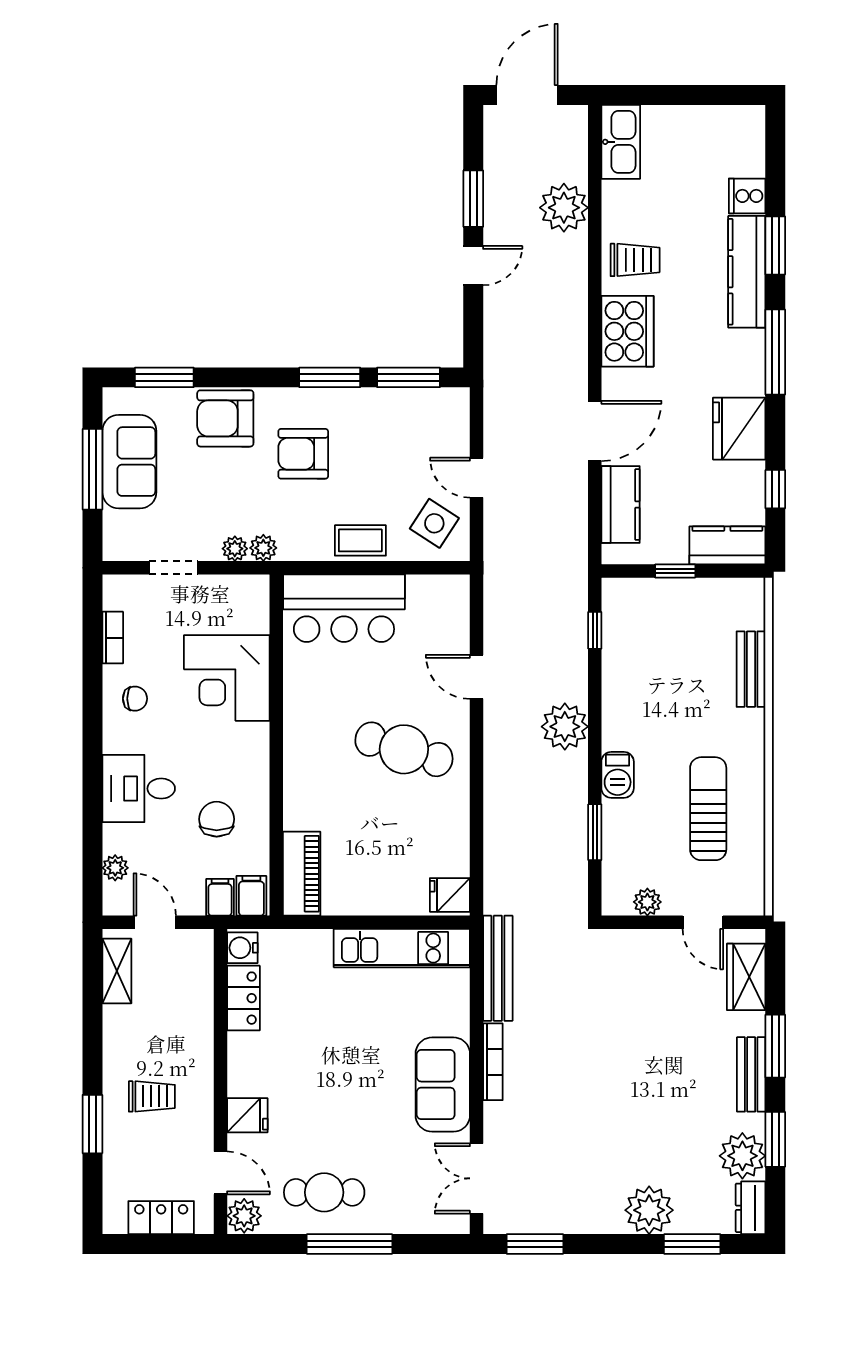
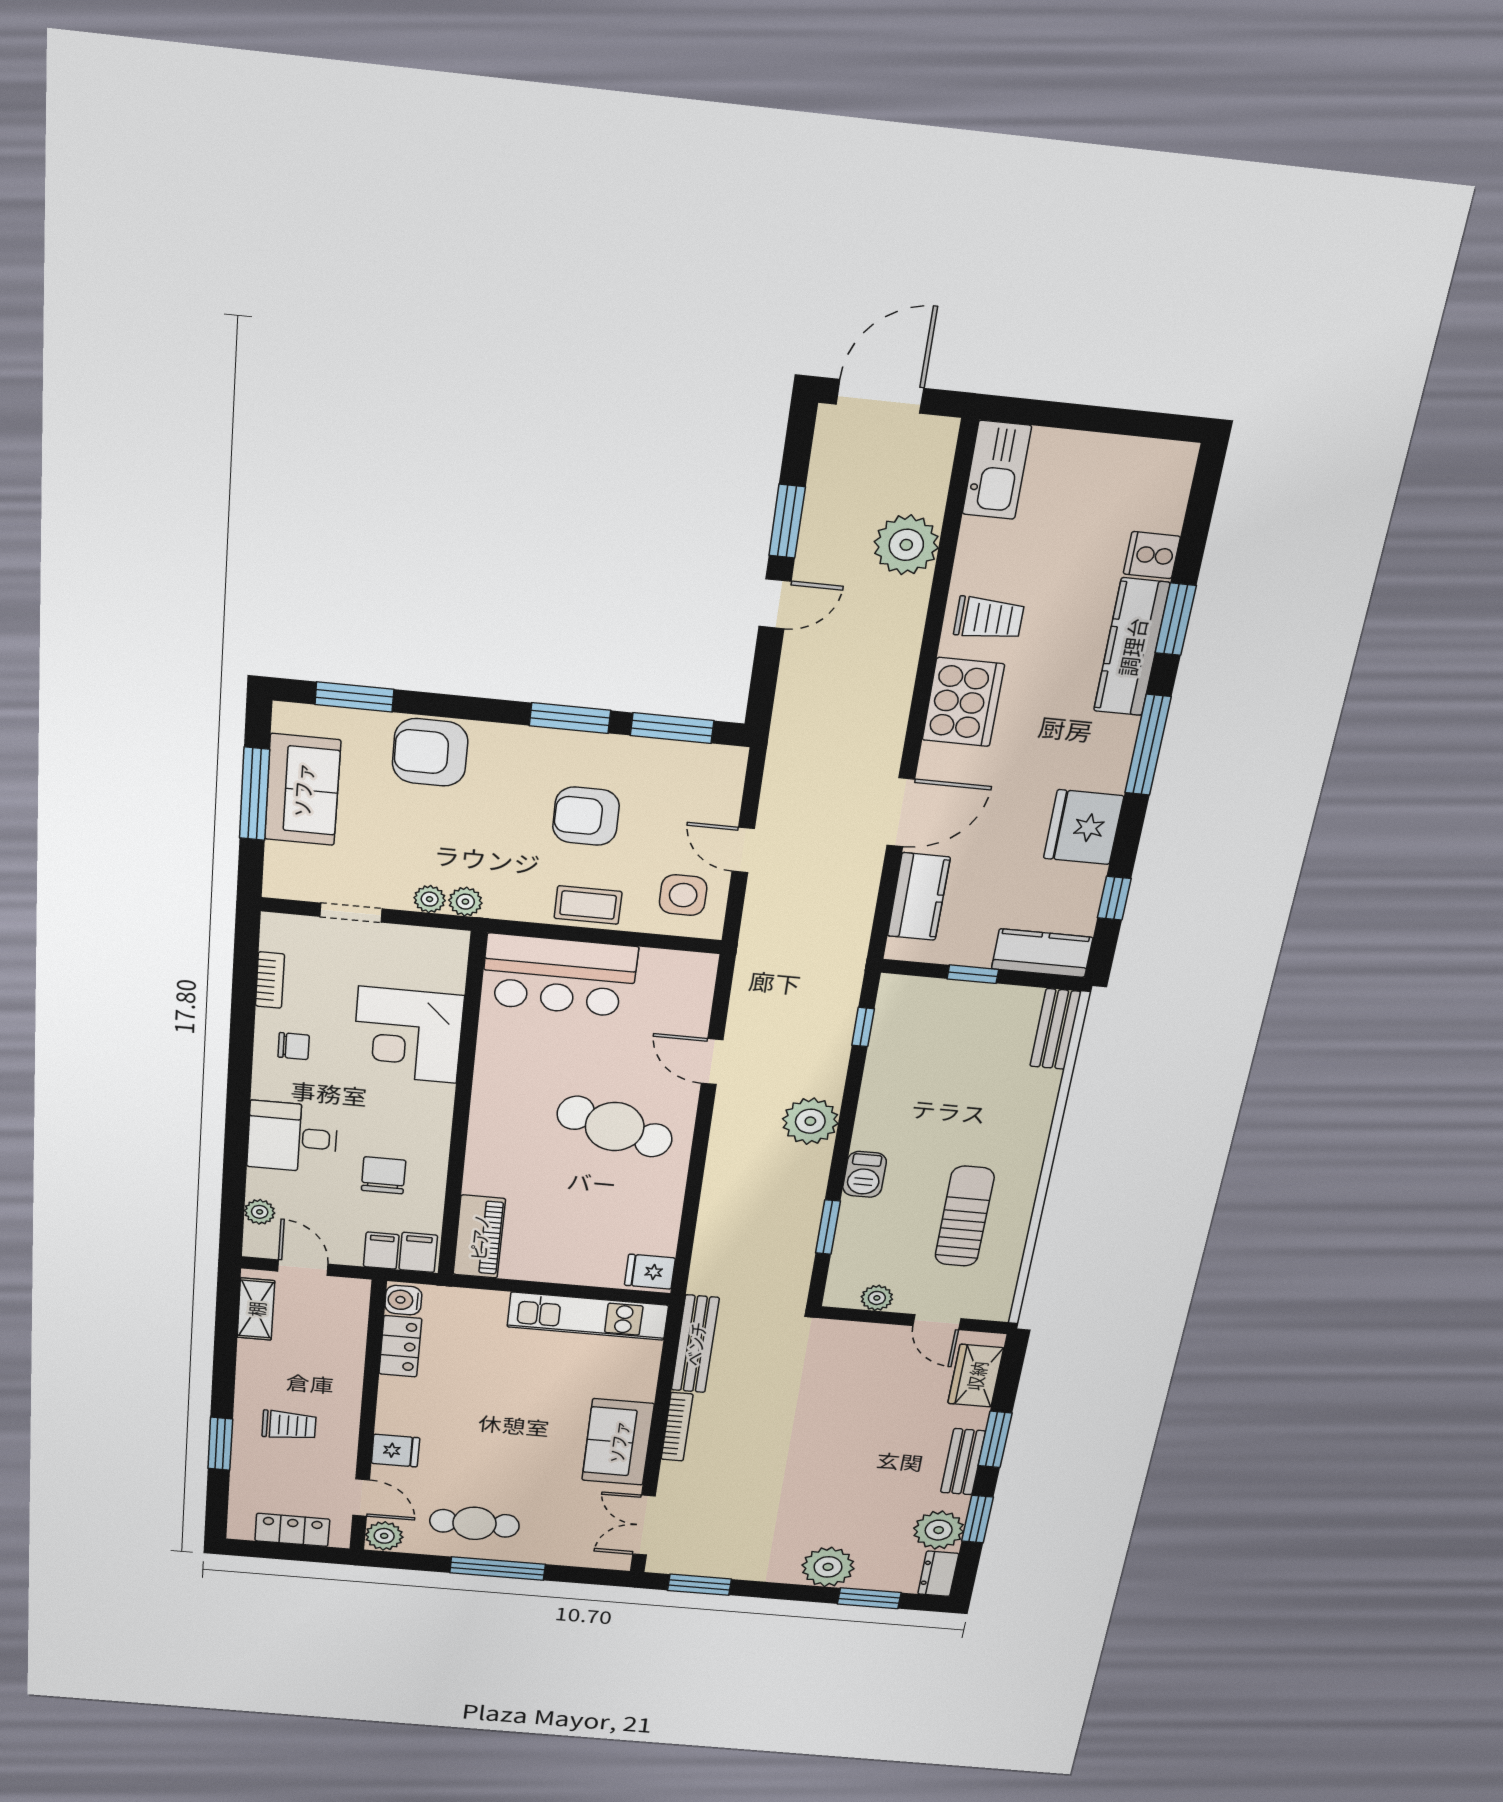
armchair: (303, 454) -> (586, 816), moved
side table: (434, 523) -> (683, 895), turned -33
bench: (751, 669) -> (1055, 1029), moved

